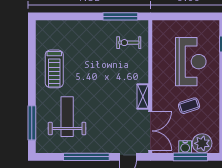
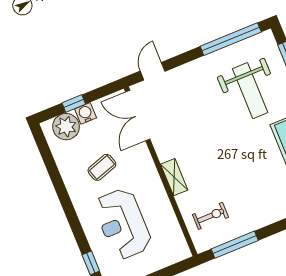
shelving: (143, 96) -> (174, 177), moved
window: (86, 157) -> (231, 39), moved
window: (190, 157) -> (74, 104), width x0.46

